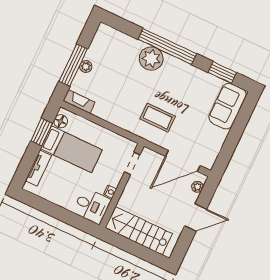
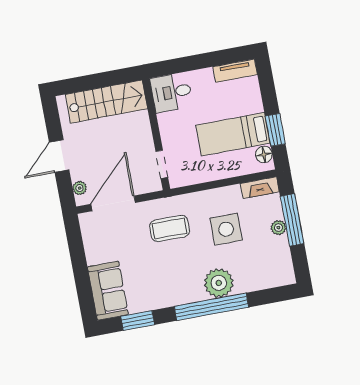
side table: (121, 90) -> (226, 229), added
tv unit: (38, 168) -> (235, 71), moved, turned -90
nightstand: (110, 192) -> (163, 120), removed

